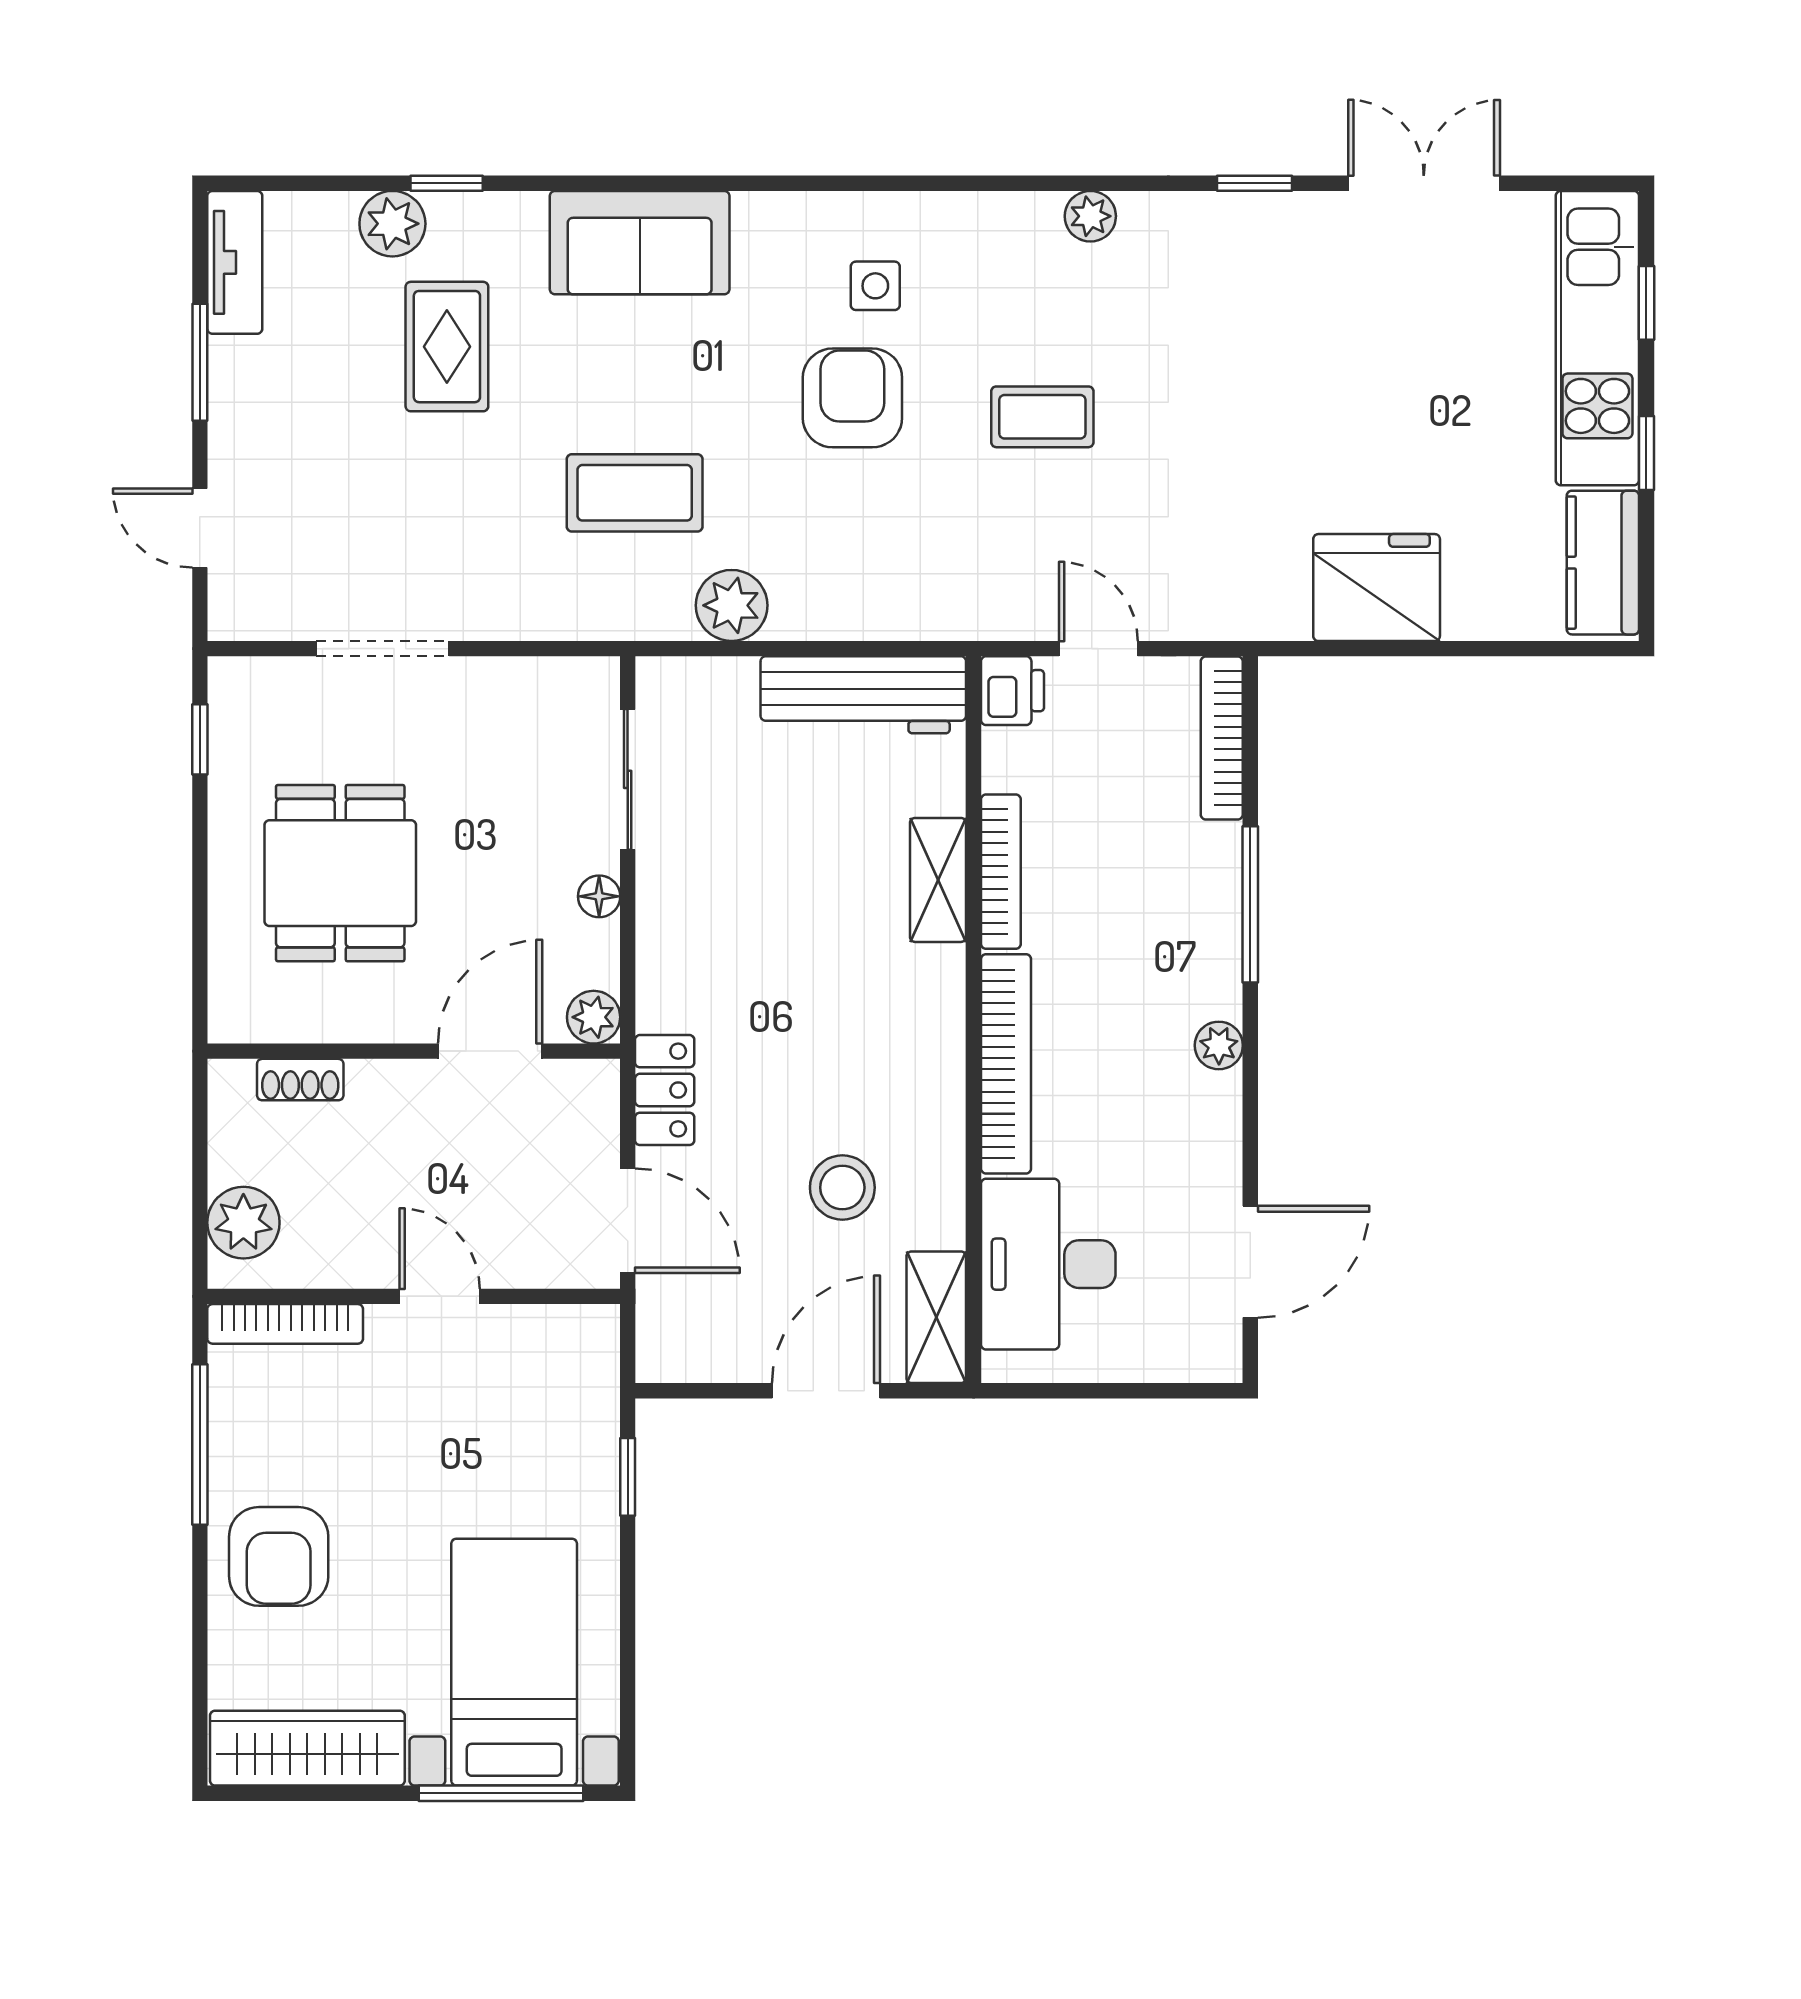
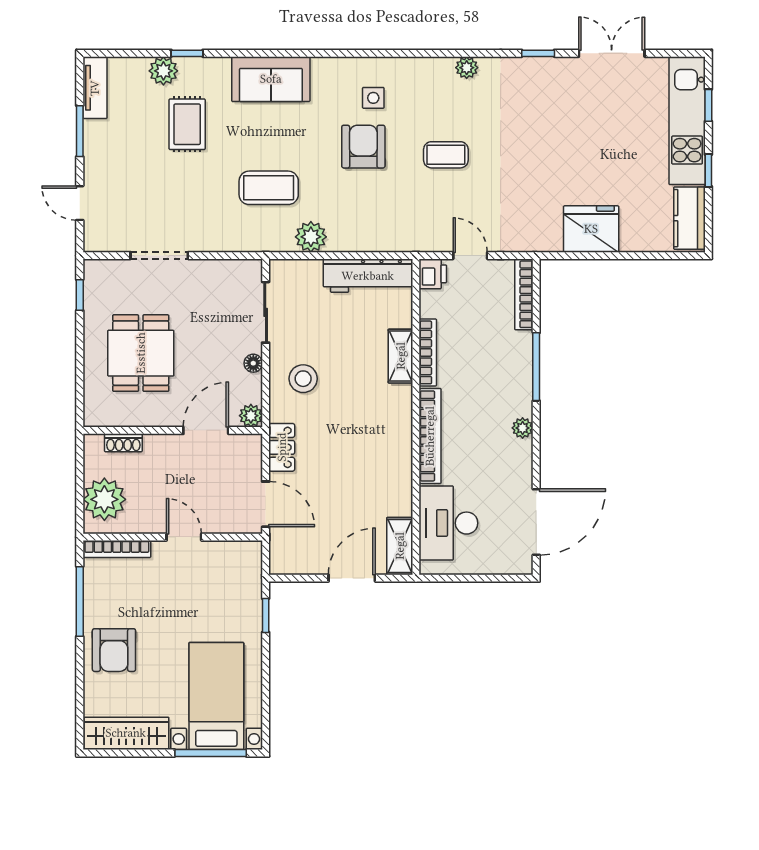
stool: (842, 1188) -> (303, 379), moved
plant: (243, 1223) -> (104, 499), width x1.36, depth x1.36
door: (1250, 1262) -> (536, 522), width x1.36

